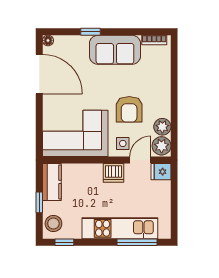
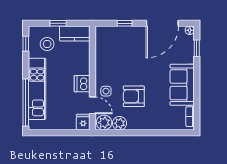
window: (91, 32) -> (197, 48), moved
window: (39, 121) -> (125, 23), added
corner sofa: (75, 133) -> (114, 52), removed
stool: (53, 224) -> (47, 44), moved
window: (137, 242) -> (26, 103), width x1.46

